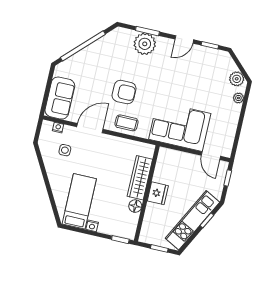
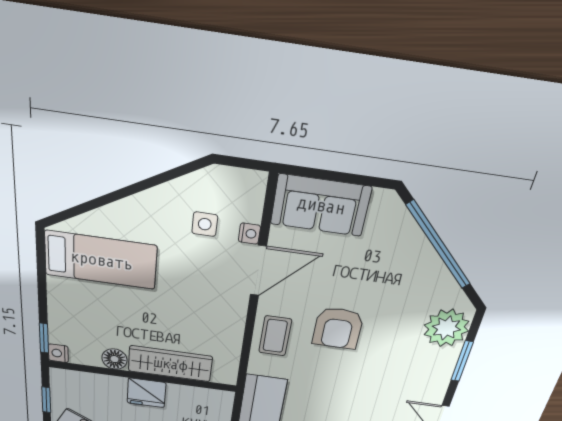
plant: (145, 44) -> (446, 328), moved
nightstand: (58, 128) -> (249, 234), moved
door: (90, 128) -> (258, 271), hinge flipped
nightstand: (92, 226) -> (58, 353), moved

